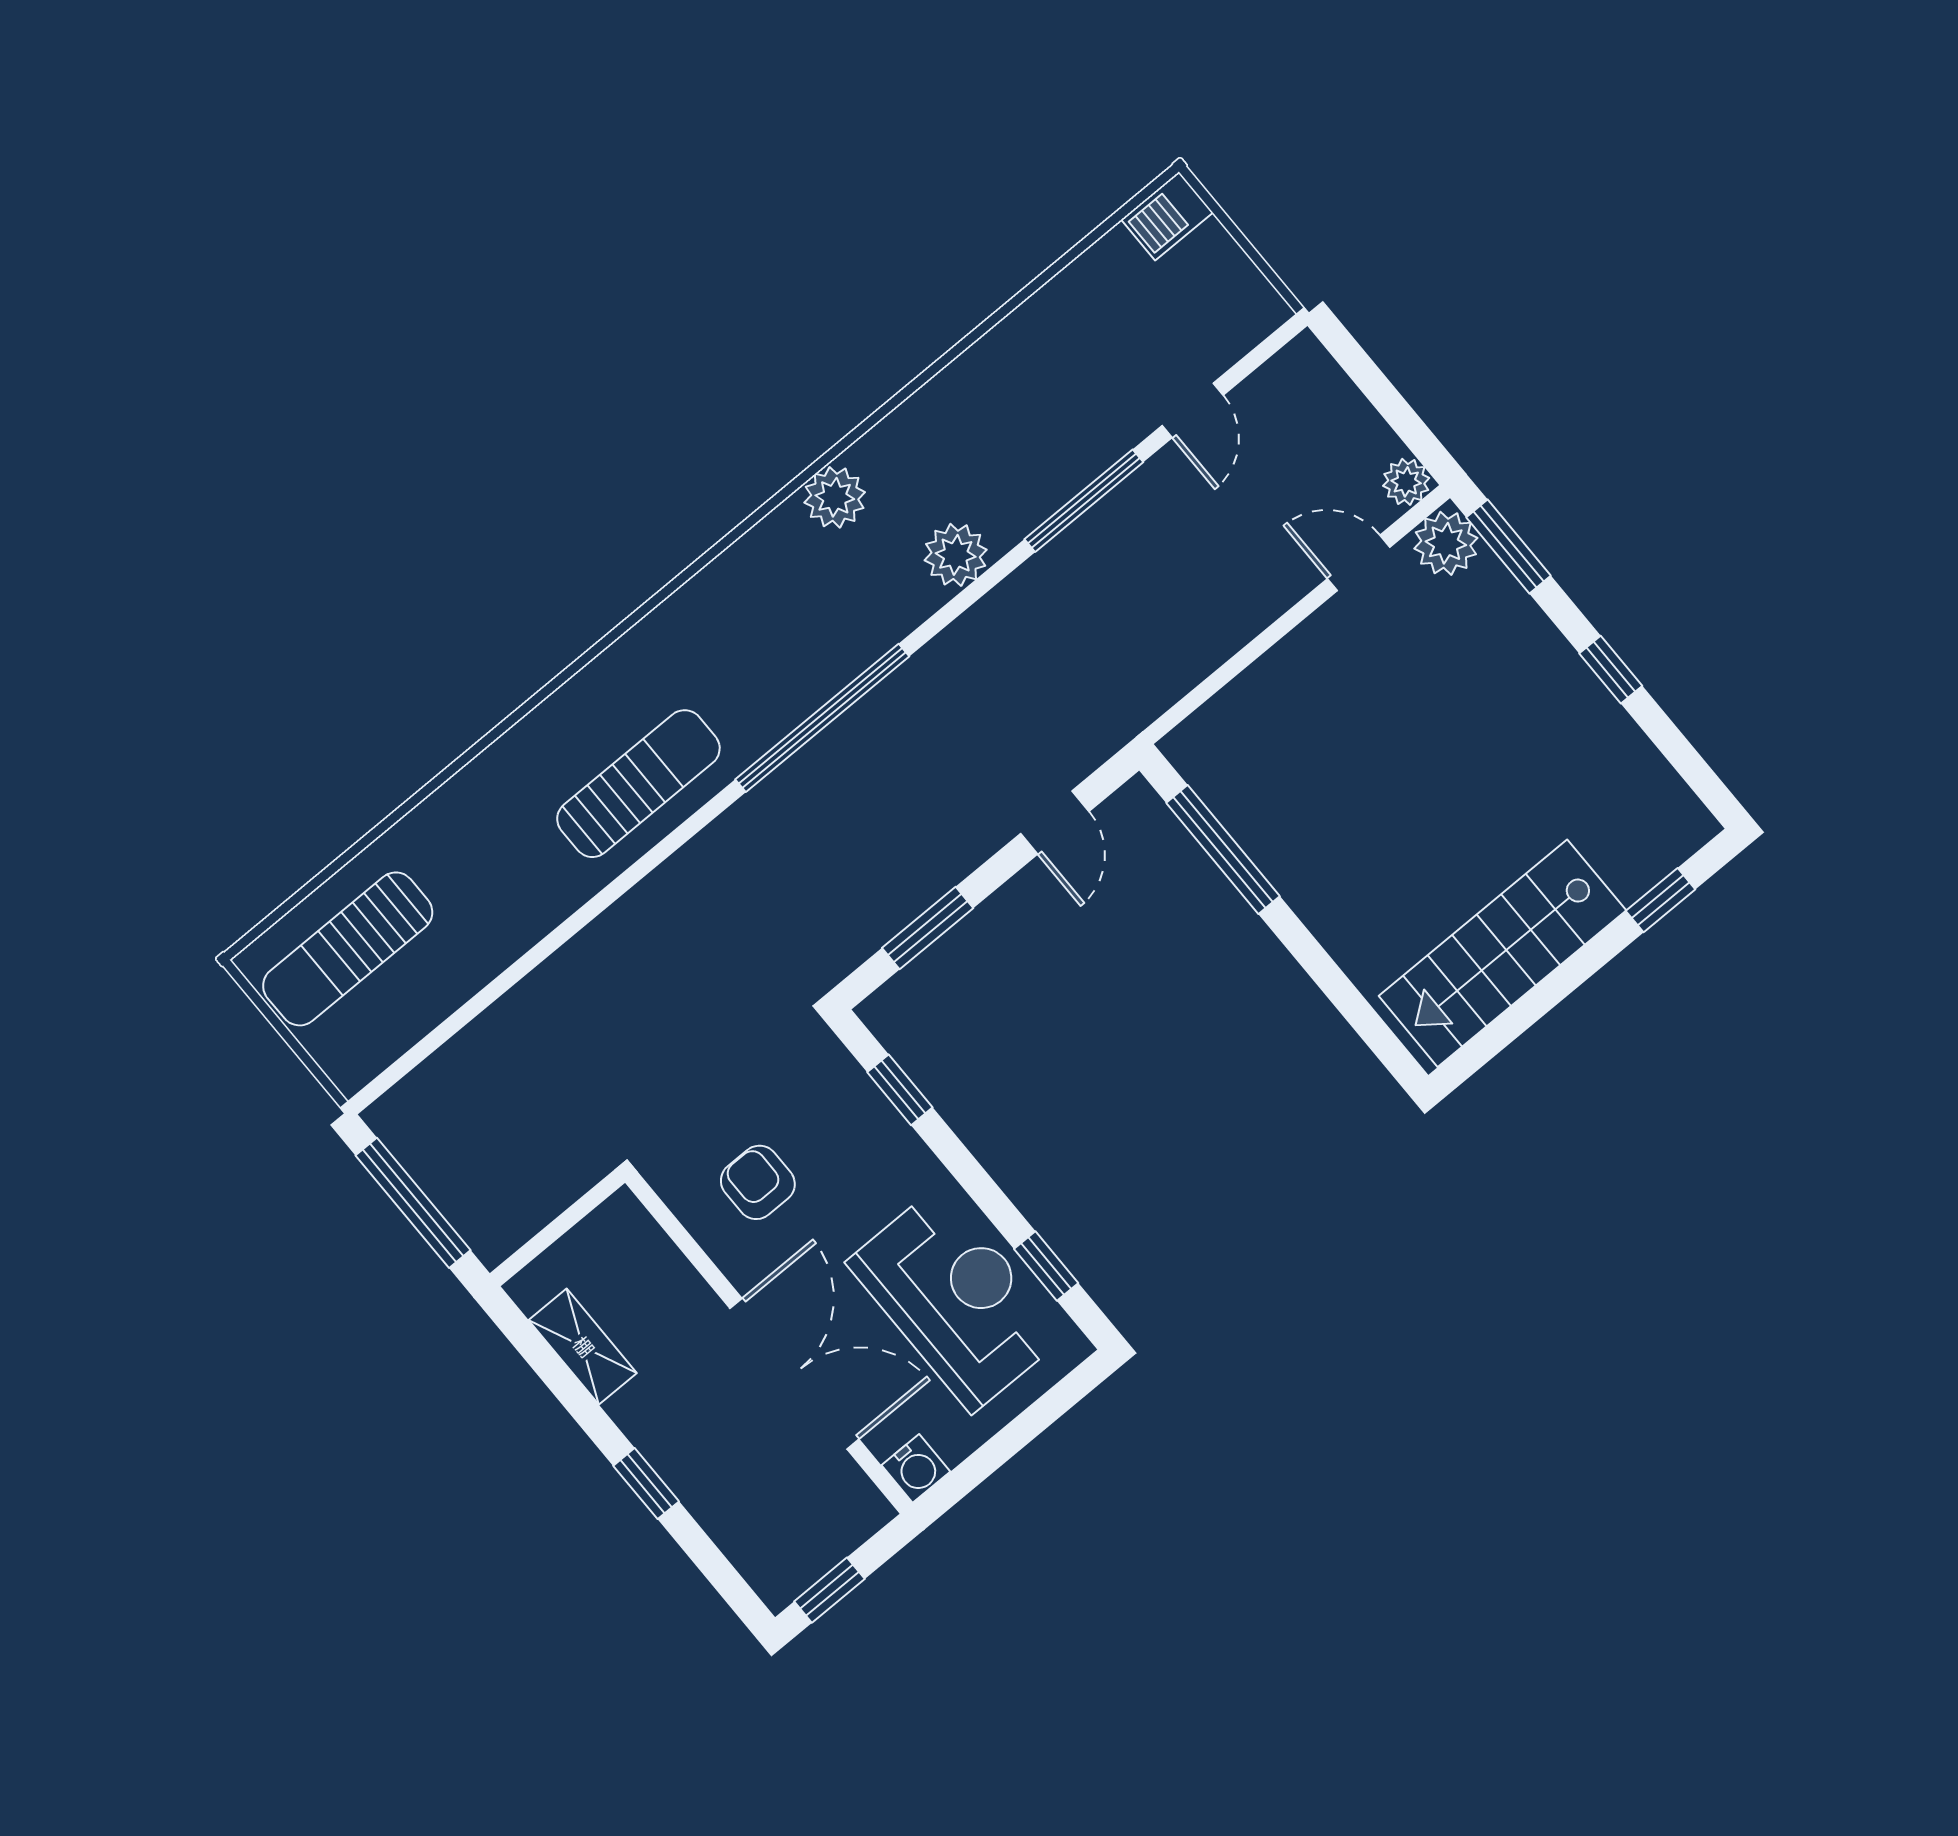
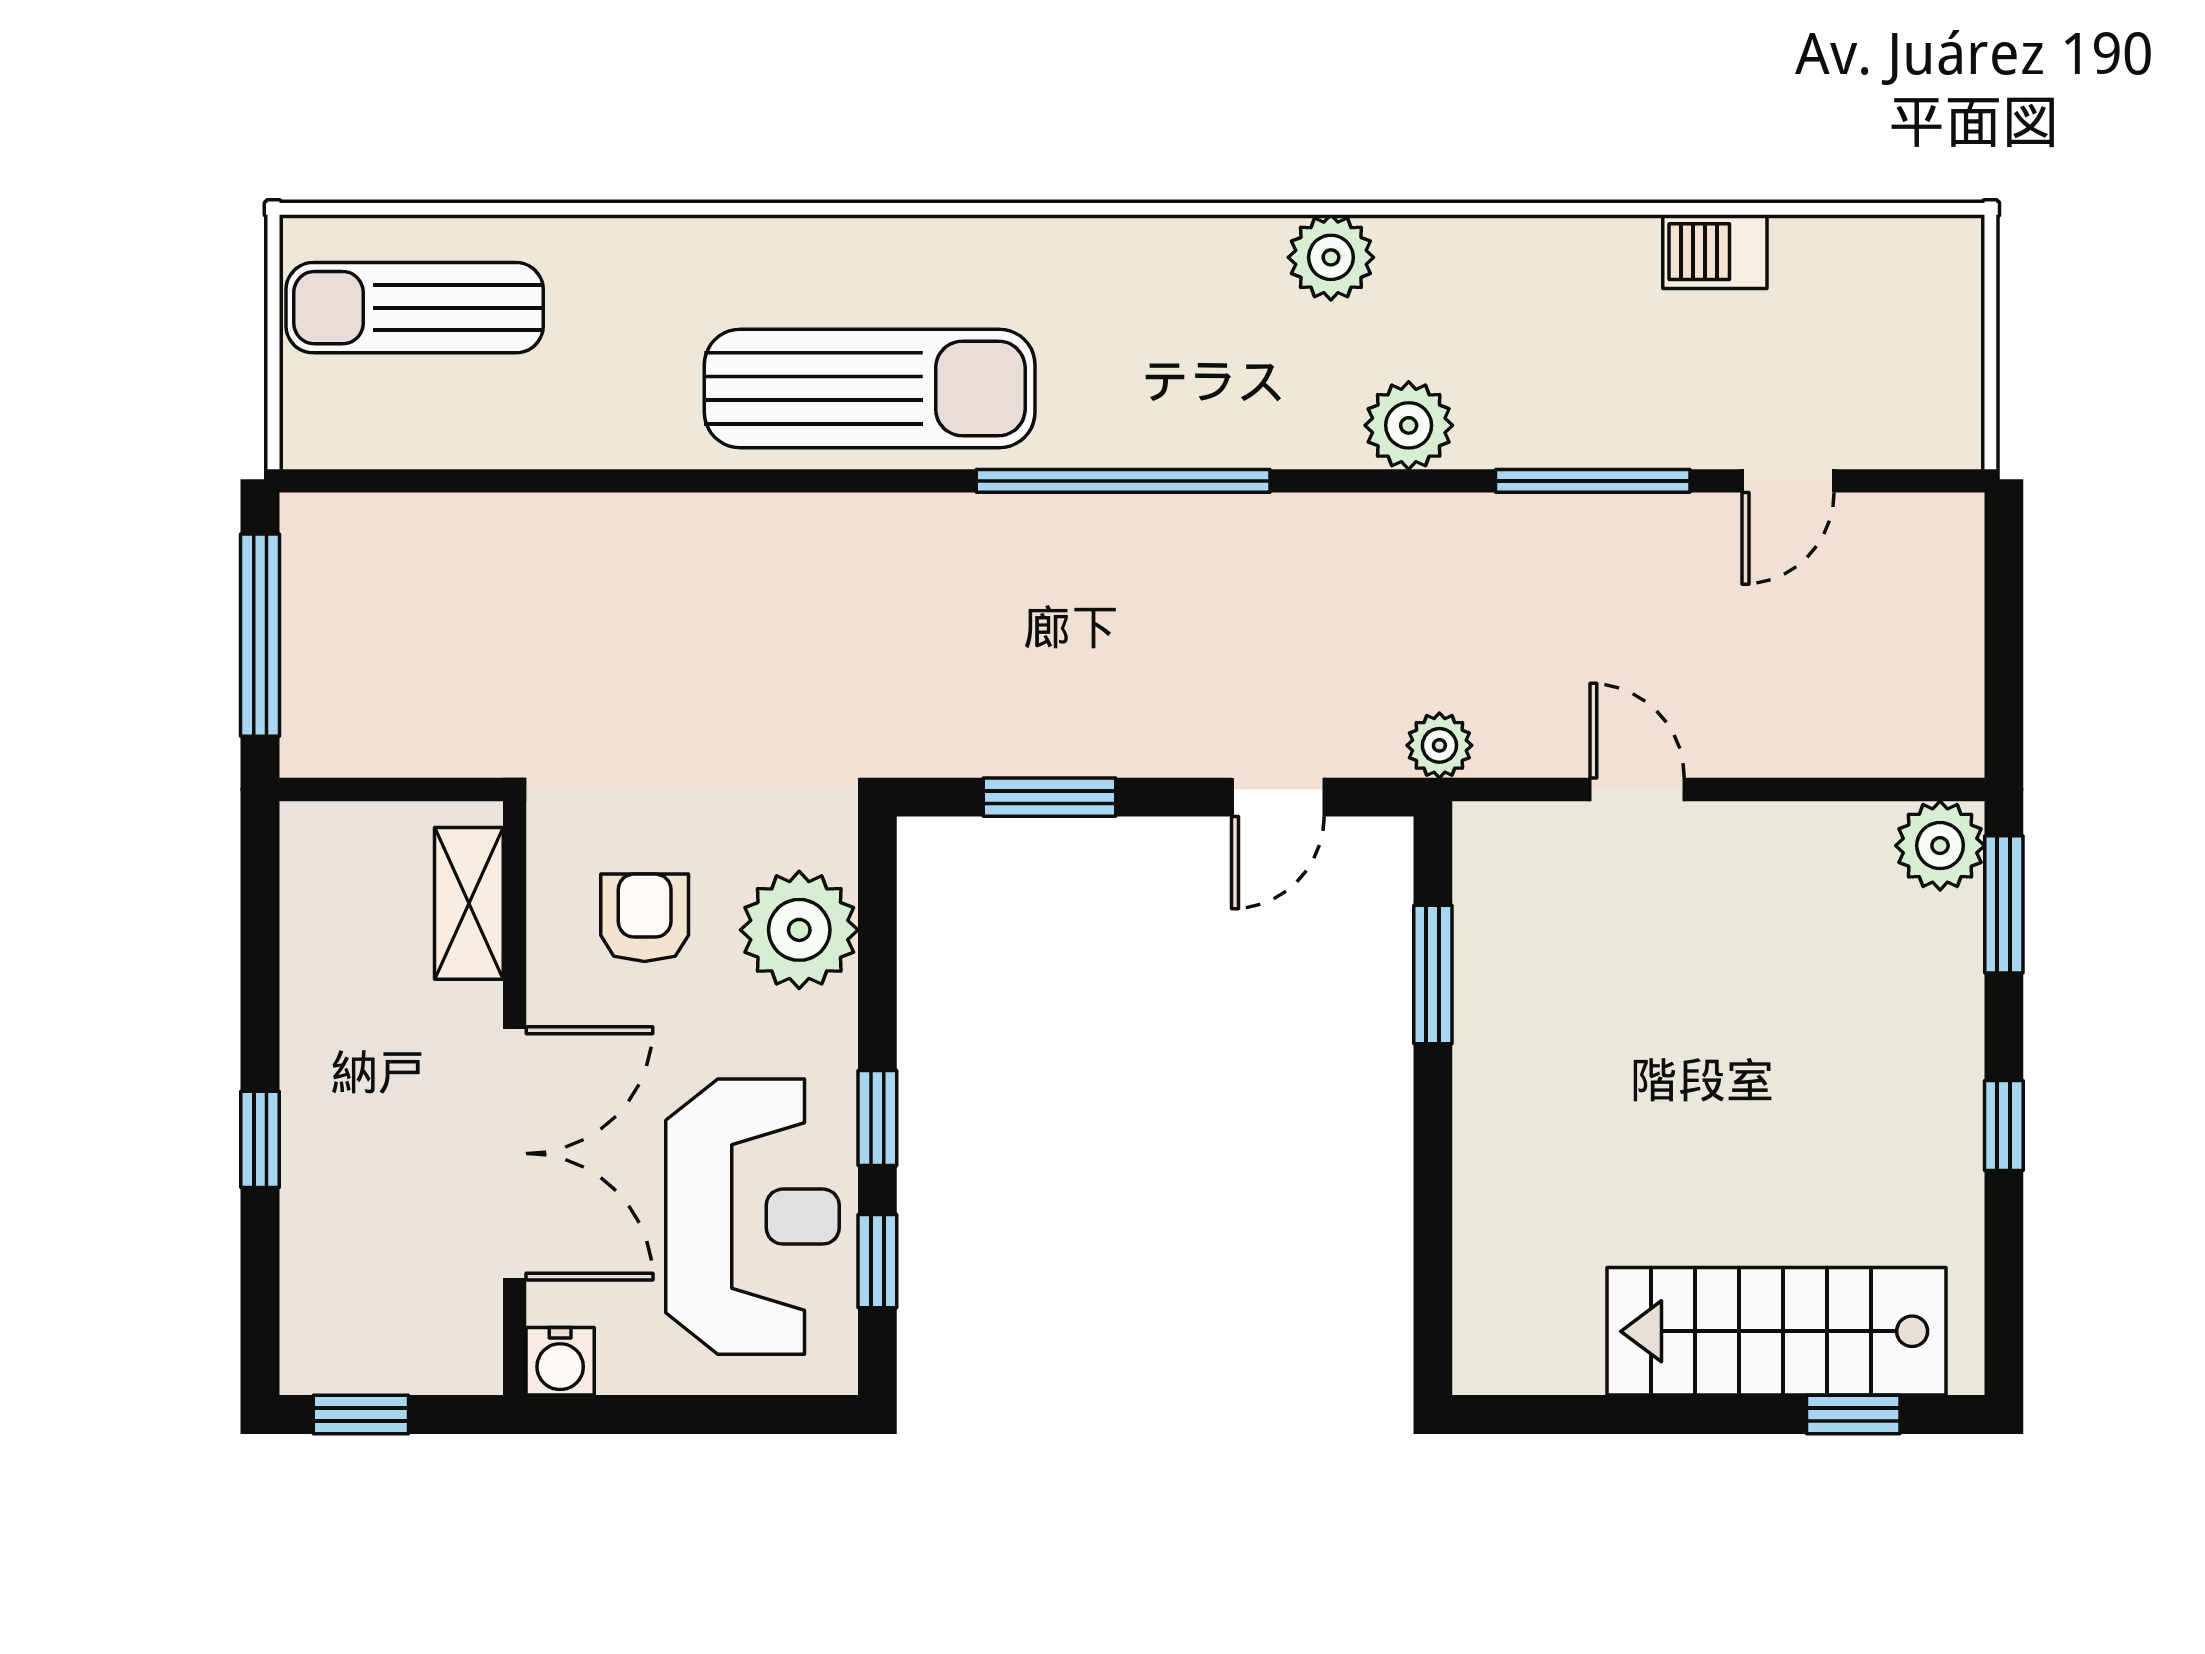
barbecue: (1167, 216) -> (1715, 252), moved
plant: (1406, 482) -> (1439, 745), moved
door: (1359, 563) -> (1637, 789), moved
sun lounger: (638, 784) -> (870, 388), width x1.36, depth x1.34
window: (1223, 850) -> (1433, 974), width x0.69
stairs: (1502, 953) -> (1777, 1331), moved
window: (900, 1090) -> (877, 1118), moved
plant: (850, 1118) -> (799, 930), added
shelving: (583, 1347) -> (469, 903), moved

